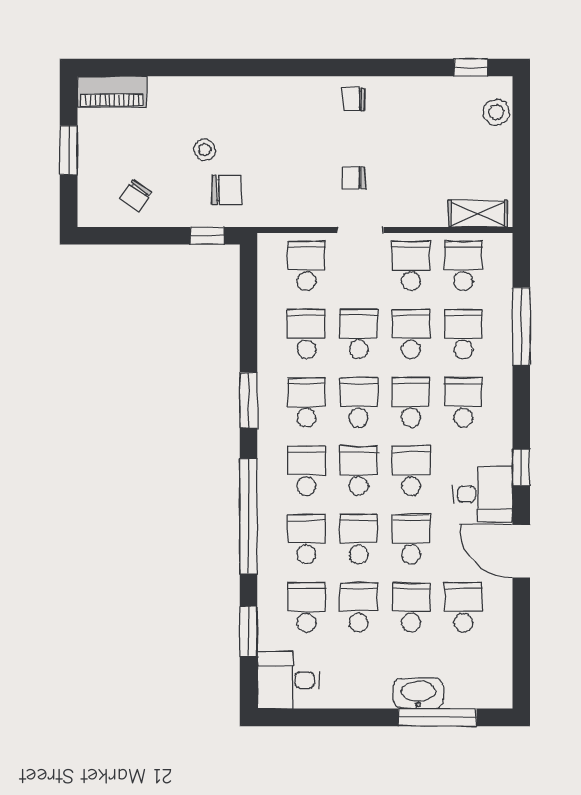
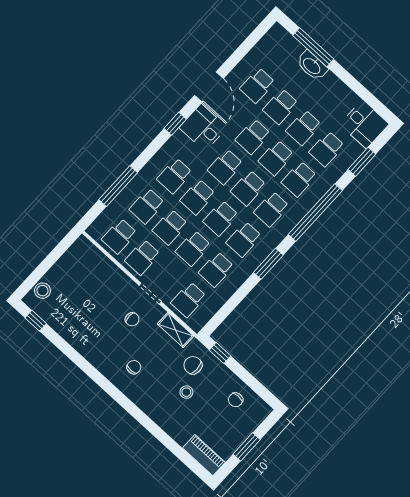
chair: (354, 99) -> (134, 367), moved, turned -90
chair: (135, 196) -> (236, 400), turned 145
shelving: (478, 214) -> (176, 330), moved

